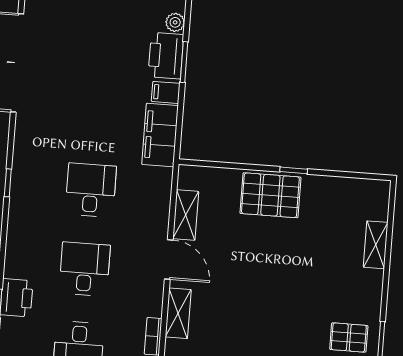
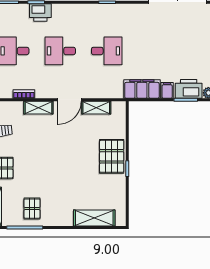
shelving: (376, 245) -> (94, 218), width x1.50, depth x1.33
desk: (85, 269) -> (60, 51), turned 180

